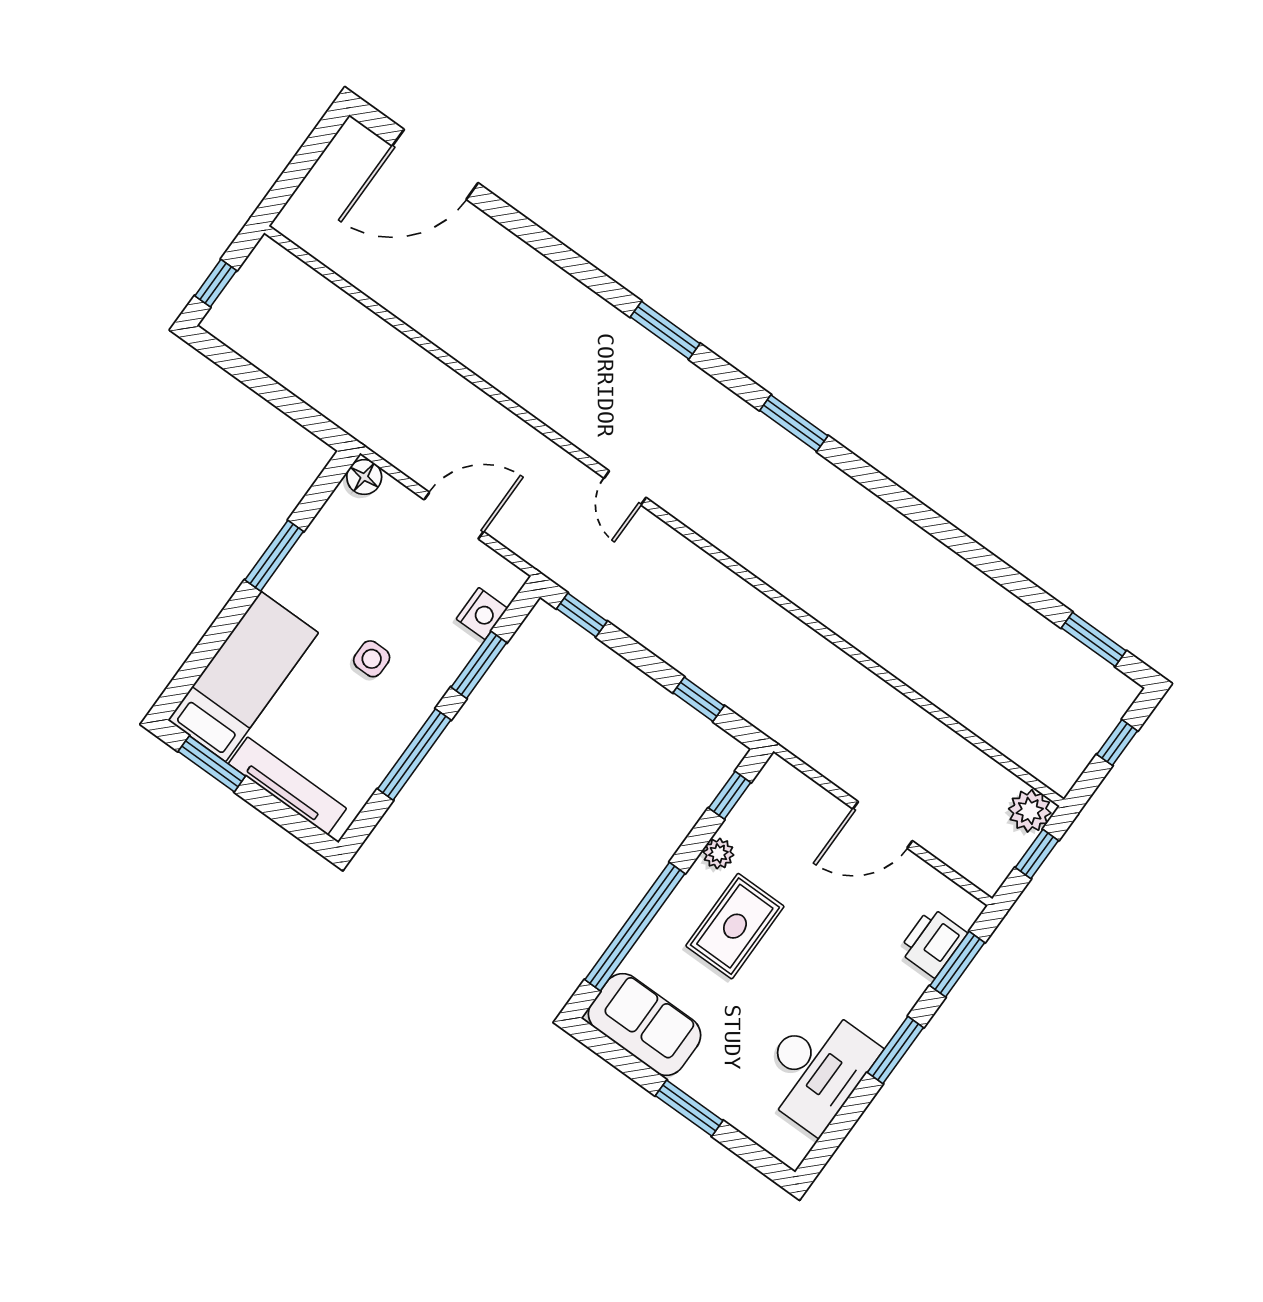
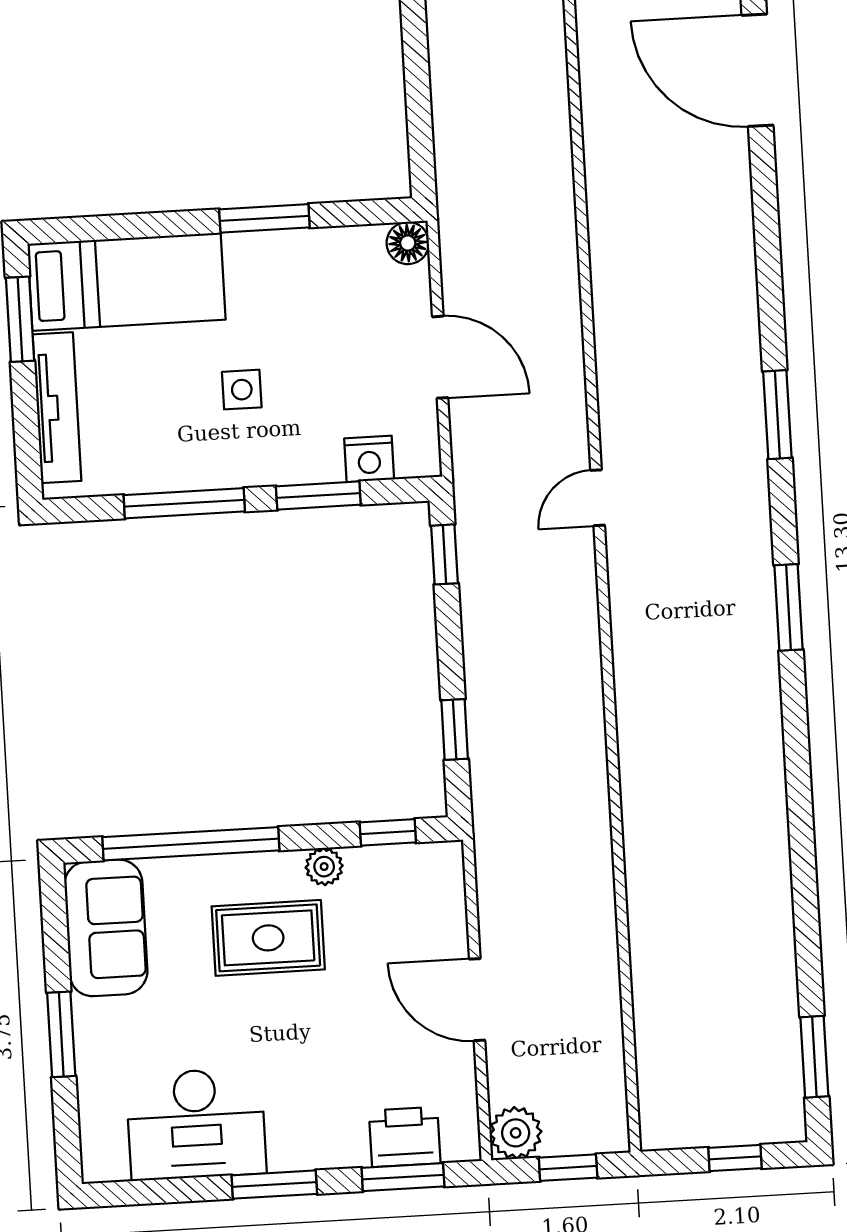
plant: (1030, 811) -> (516, 1133), moved

